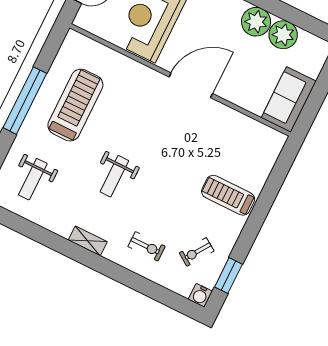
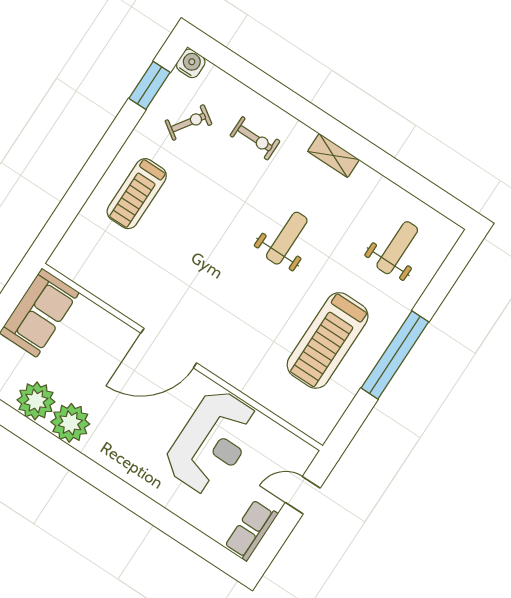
treadmill: (228, 195) -> (137, 194), turned 90
exercise bike: (147, 246) -> (255, 138), turned 180

